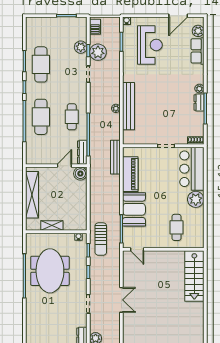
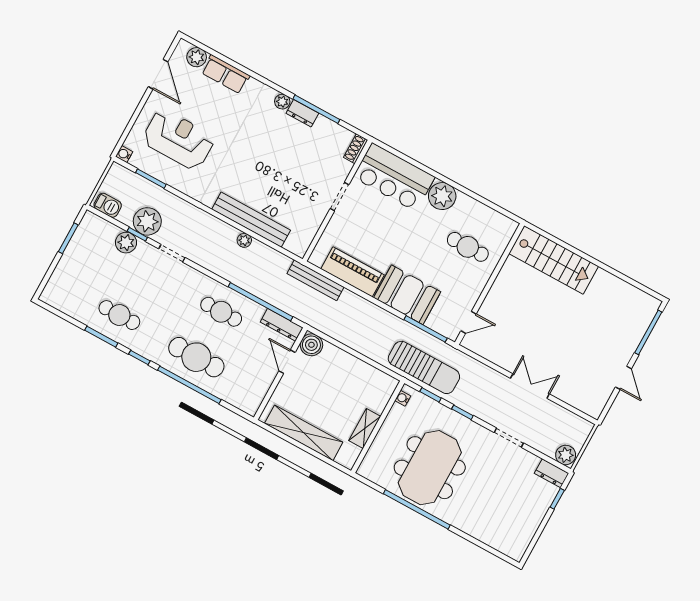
cafe table: (41, 64) -> (119, 315), width x0.73, depth x0.74
sun lounger: (101, 239) -> (424, 367), width x1.36, depth x1.34
meeting table: (50, 271) -> (430, 468), turned 90

